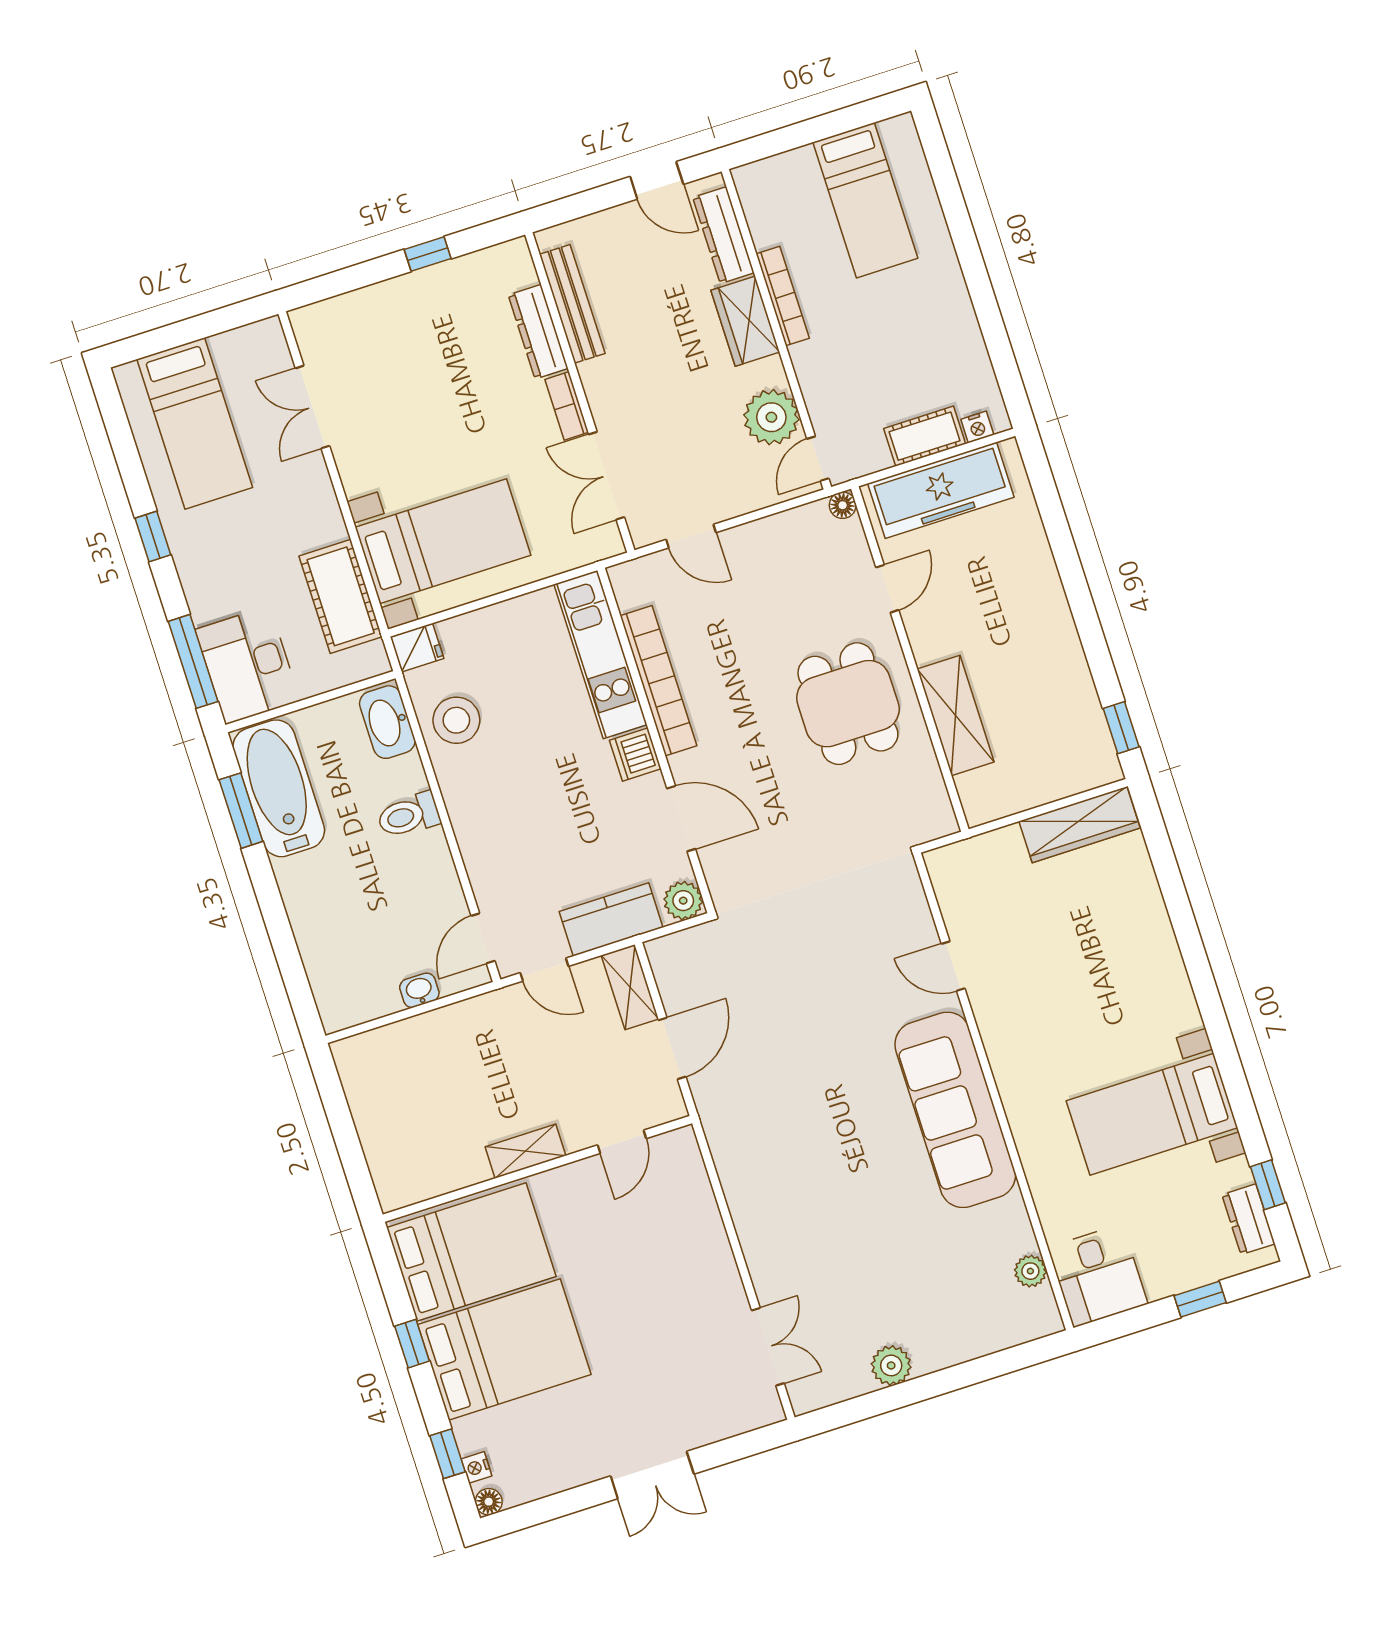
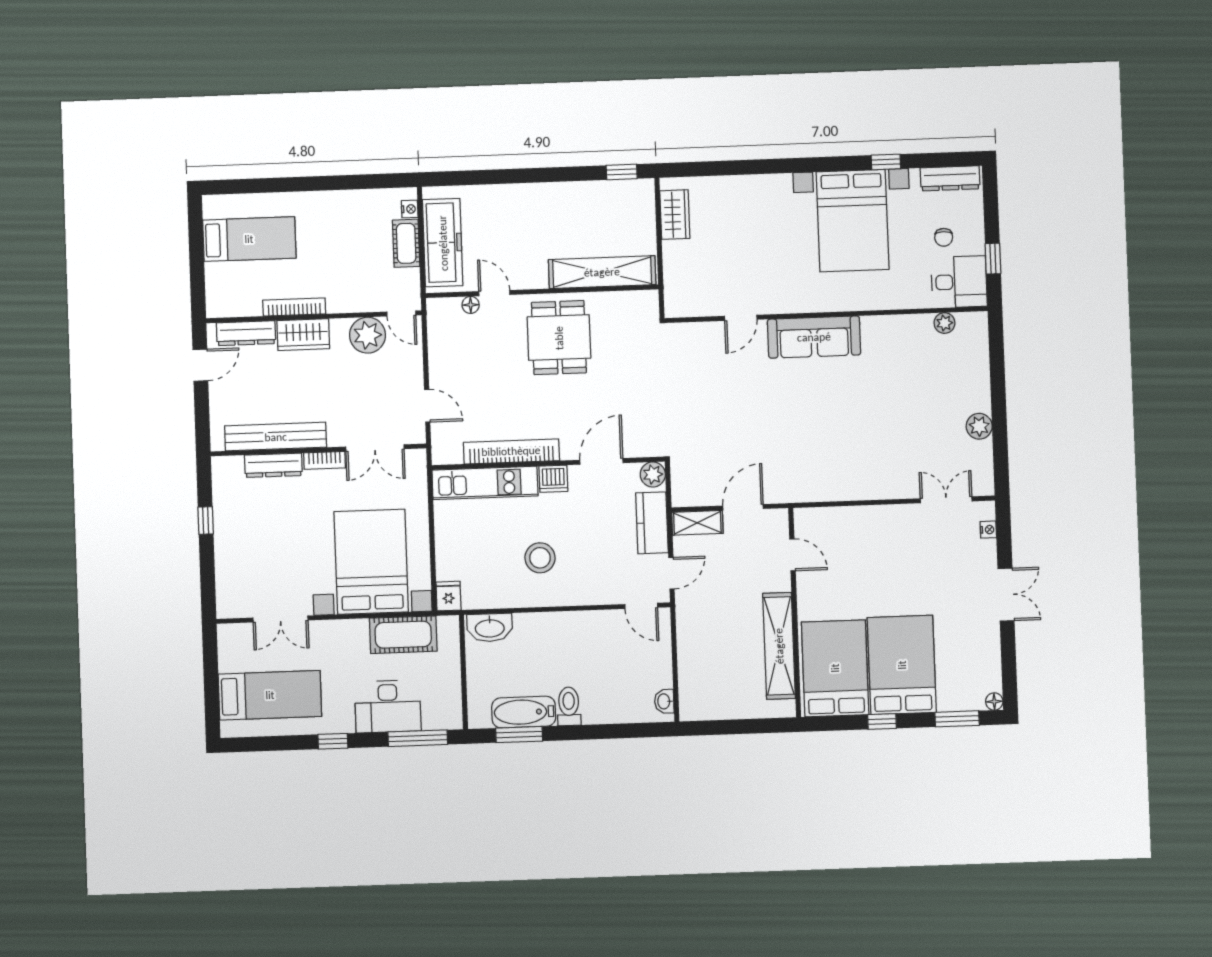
bench: (572, 304) -> (276, 437), width x1.37, depth x1.21
floor lamp: (843, 505) -> (471, 305), moved
door: (691, 536) -> (427, 406), hinge flipped
bed with nightstands: (443, 541) -> (371, 562), width x1.36
desk: (248, 665) -> (388, 706), moved
dining table: (848, 704) -> (559, 338), turned 90
shelving: (956, 716) -> (602, 272), width x1.47
stool: (456, 720) -> (540, 558), moved
bathtub: (279, 788) -> (524, 712), width x0.73, depth x0.73
toilet: (409, 815) -> (569, 706), moved, turned 180
wardrobe: (1080, 825) -> (675, 215), width x0.67
washbasin: (419, 990) -> (664, 701), moved
door: (672, 1048) -> (743, 507), hinge flipped
sofa: (955, 1110) -> (814, 337), width x0.74, depth x0.79
bed with nightstands: (1152, 1114) -> (853, 221), width x1.36
shelving: (525, 1151) -> (779, 646), width x2.20, depth x1.33
window: (1268, 1185) -> (886, 162), moved
dresser: (1248, 1219) -> (950, 178), width x1.44
chair: (1158, 1234) -> (944, 237), added
window: (1200, 1299) -> (993, 259), moved
window: (447, 1454) -> (957, 719), width x1.50
nightstand: (476, 1467) -> (988, 530), moved, turned -90

